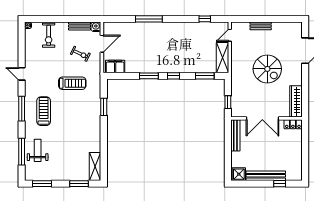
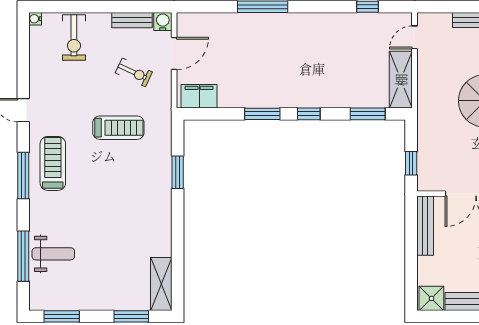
treadmill: (44, 111) -> (53, 163), moved
weight bench: (38, 150) -> (53, 254), turned 90

